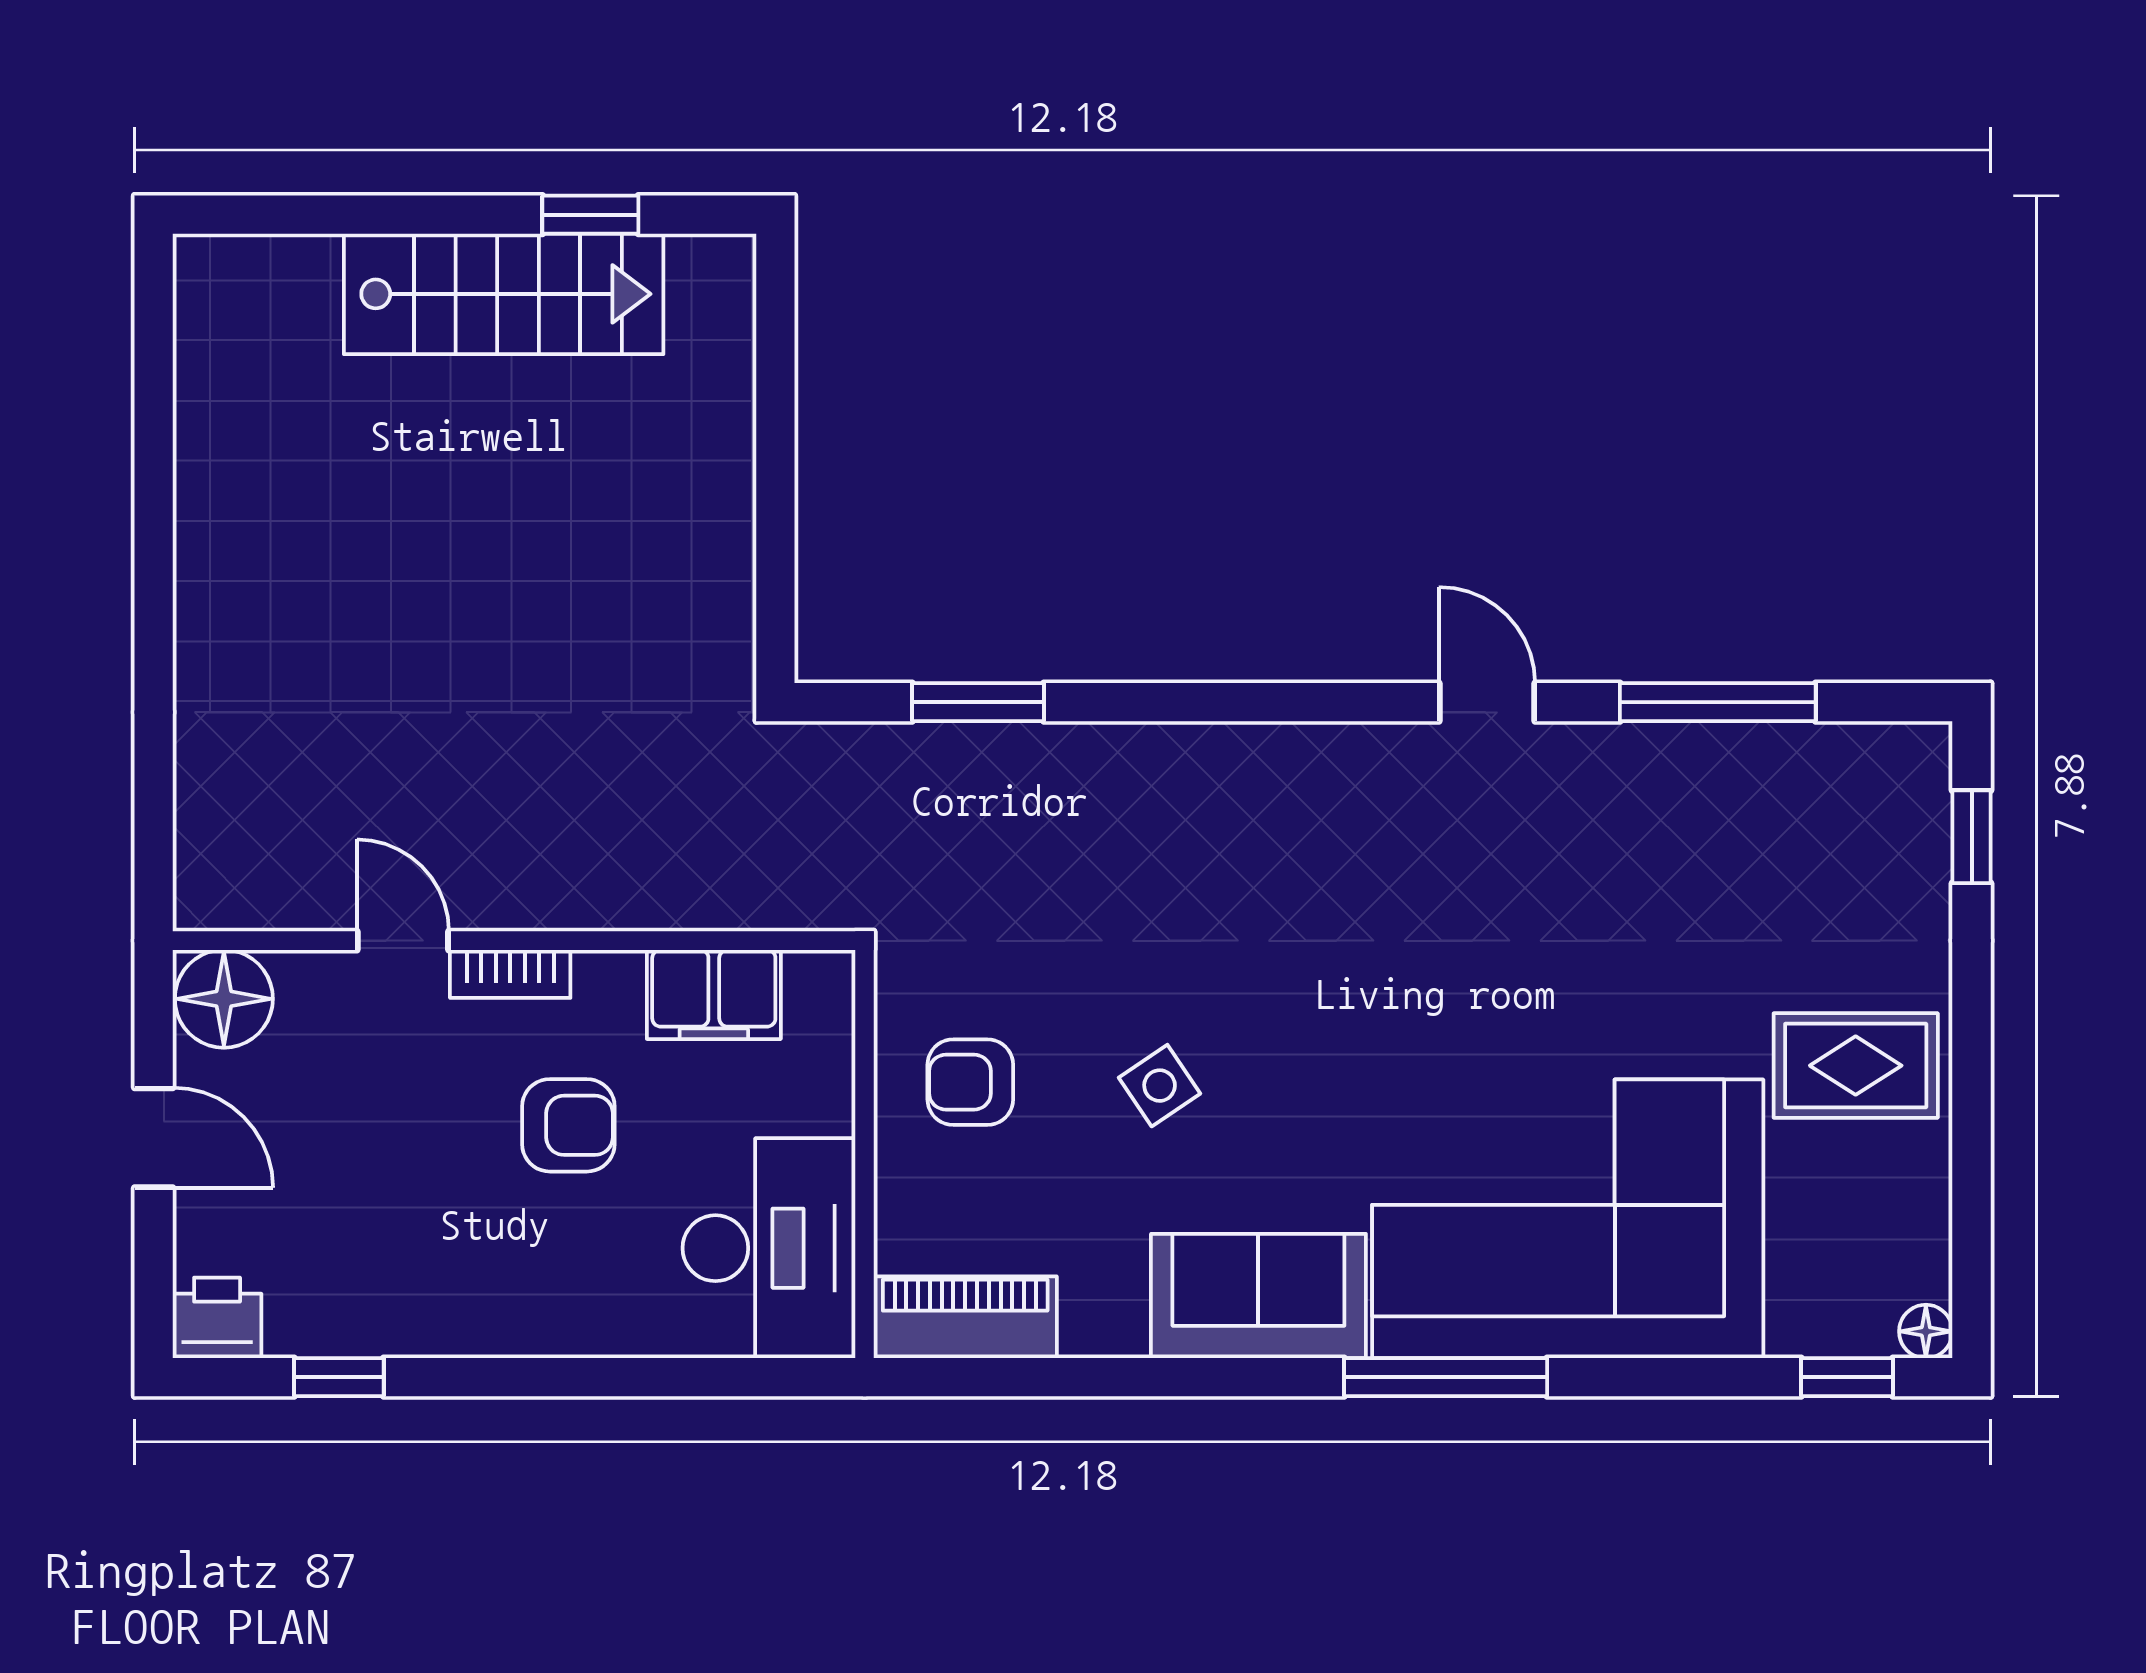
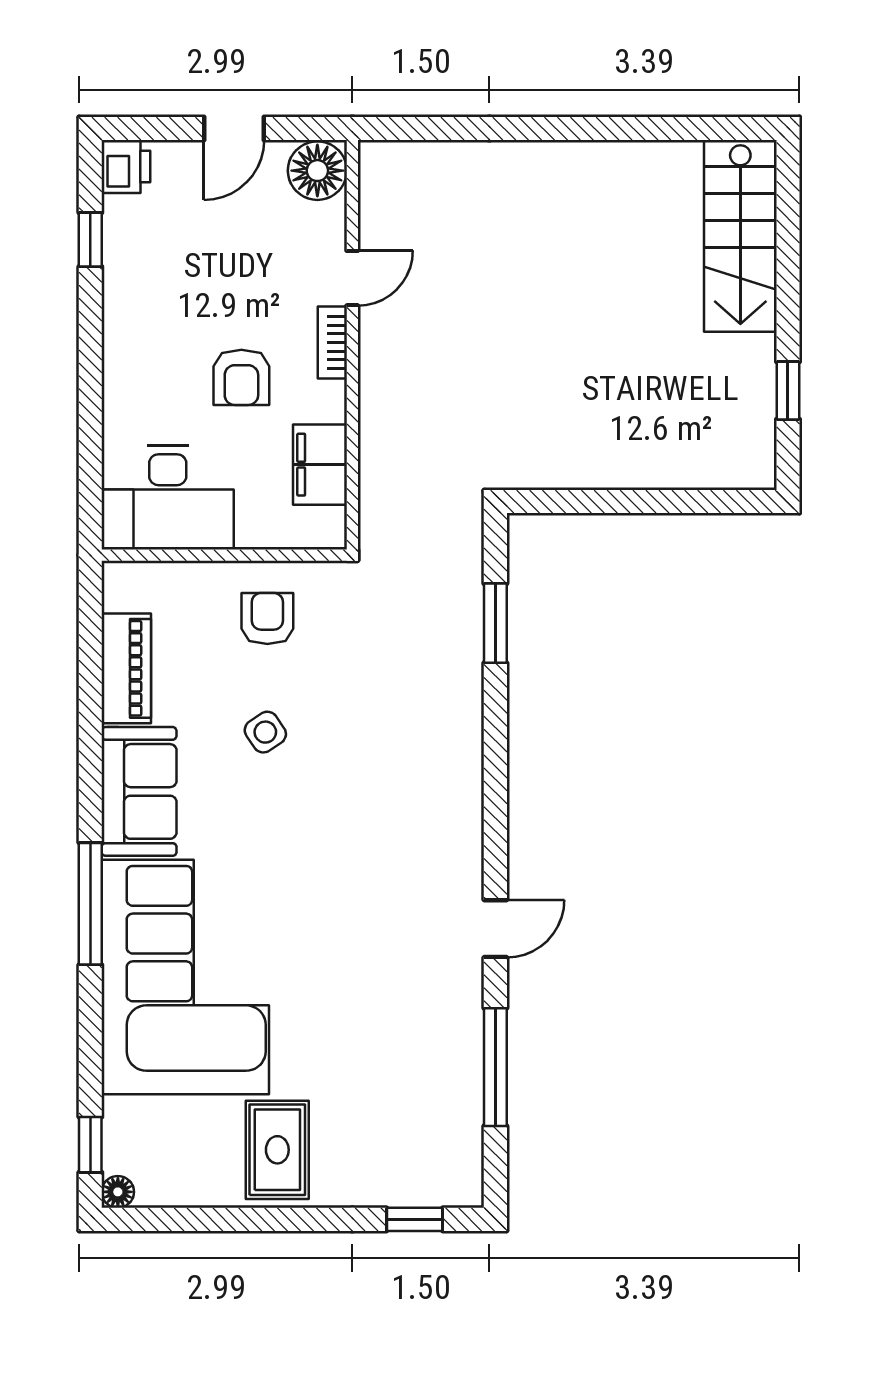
stairs: (504, 294) -> (740, 236), moved
piano: (965, 1317) -> (126, 668), moved

